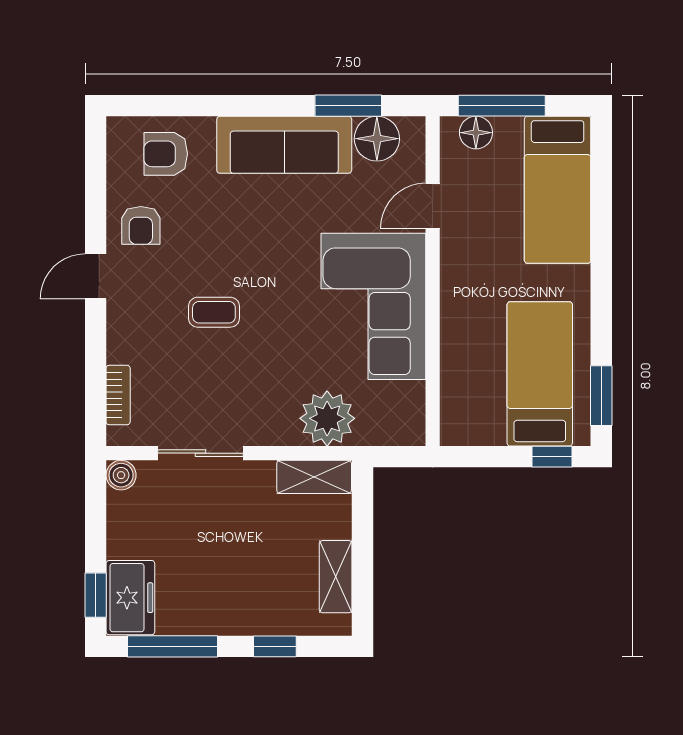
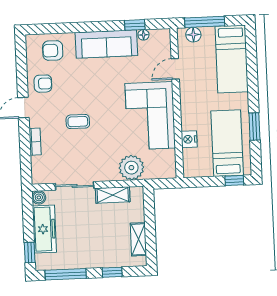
window: (348, 106) -> (135, 25), width x0.67
floor lamp: (377, 139) -> (143, 35), width x0.53, depth x0.53
armchair: (141, 225) -> (43, 84), turned -90
nightstand: (457, 362) -> (189, 139), added
bookcase: (118, 395) -> (35, 142), moved
window: (601, 396) -> (254, 126), moved
shelving: (314, 477) -> (113, 195), moved
freezer: (130, 598) -> (44, 229), moved, width x1.40

